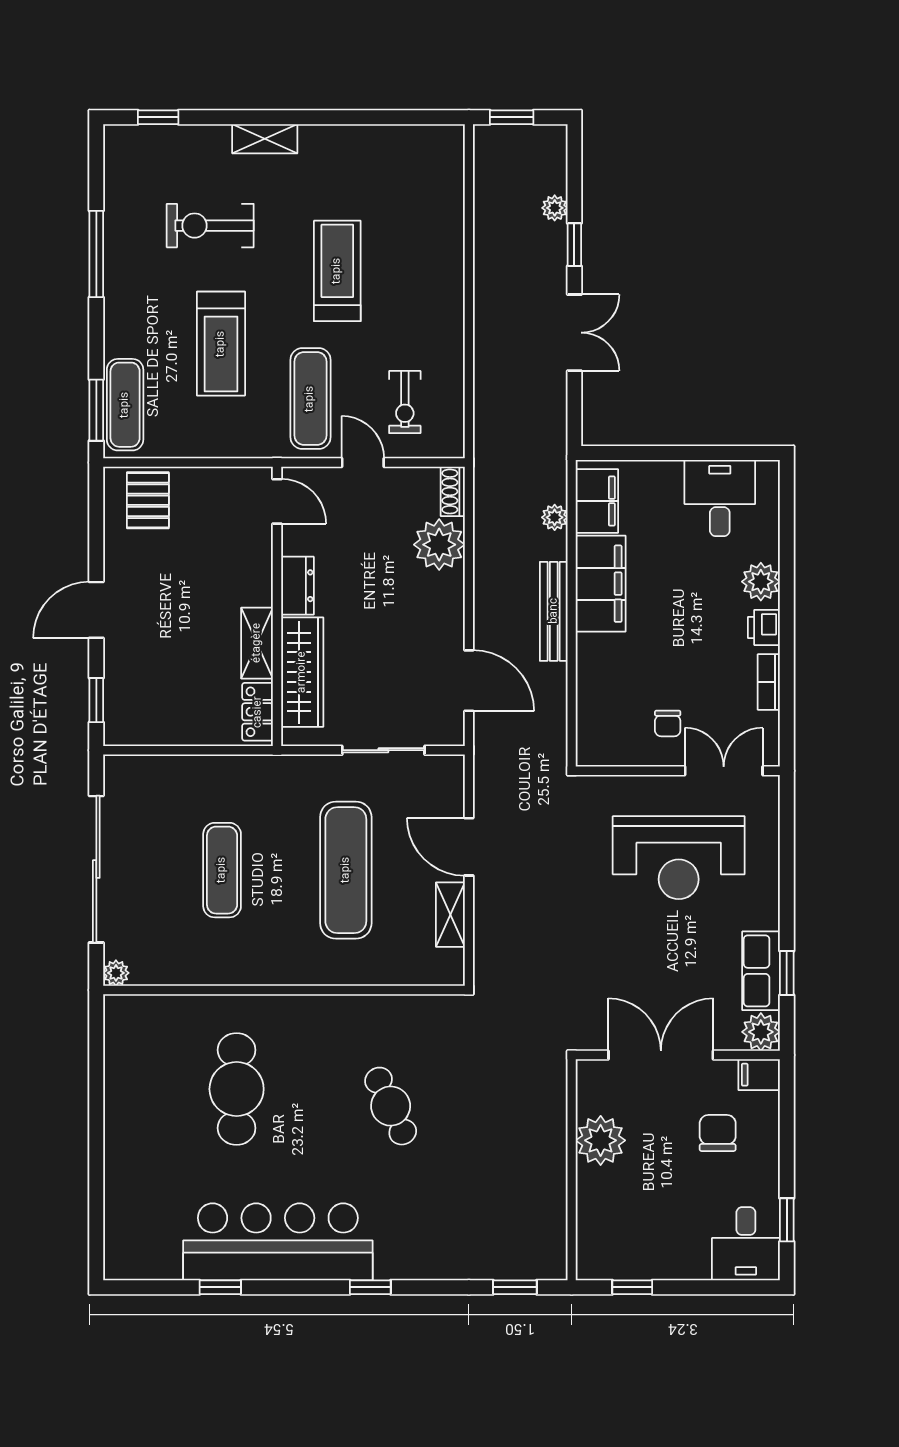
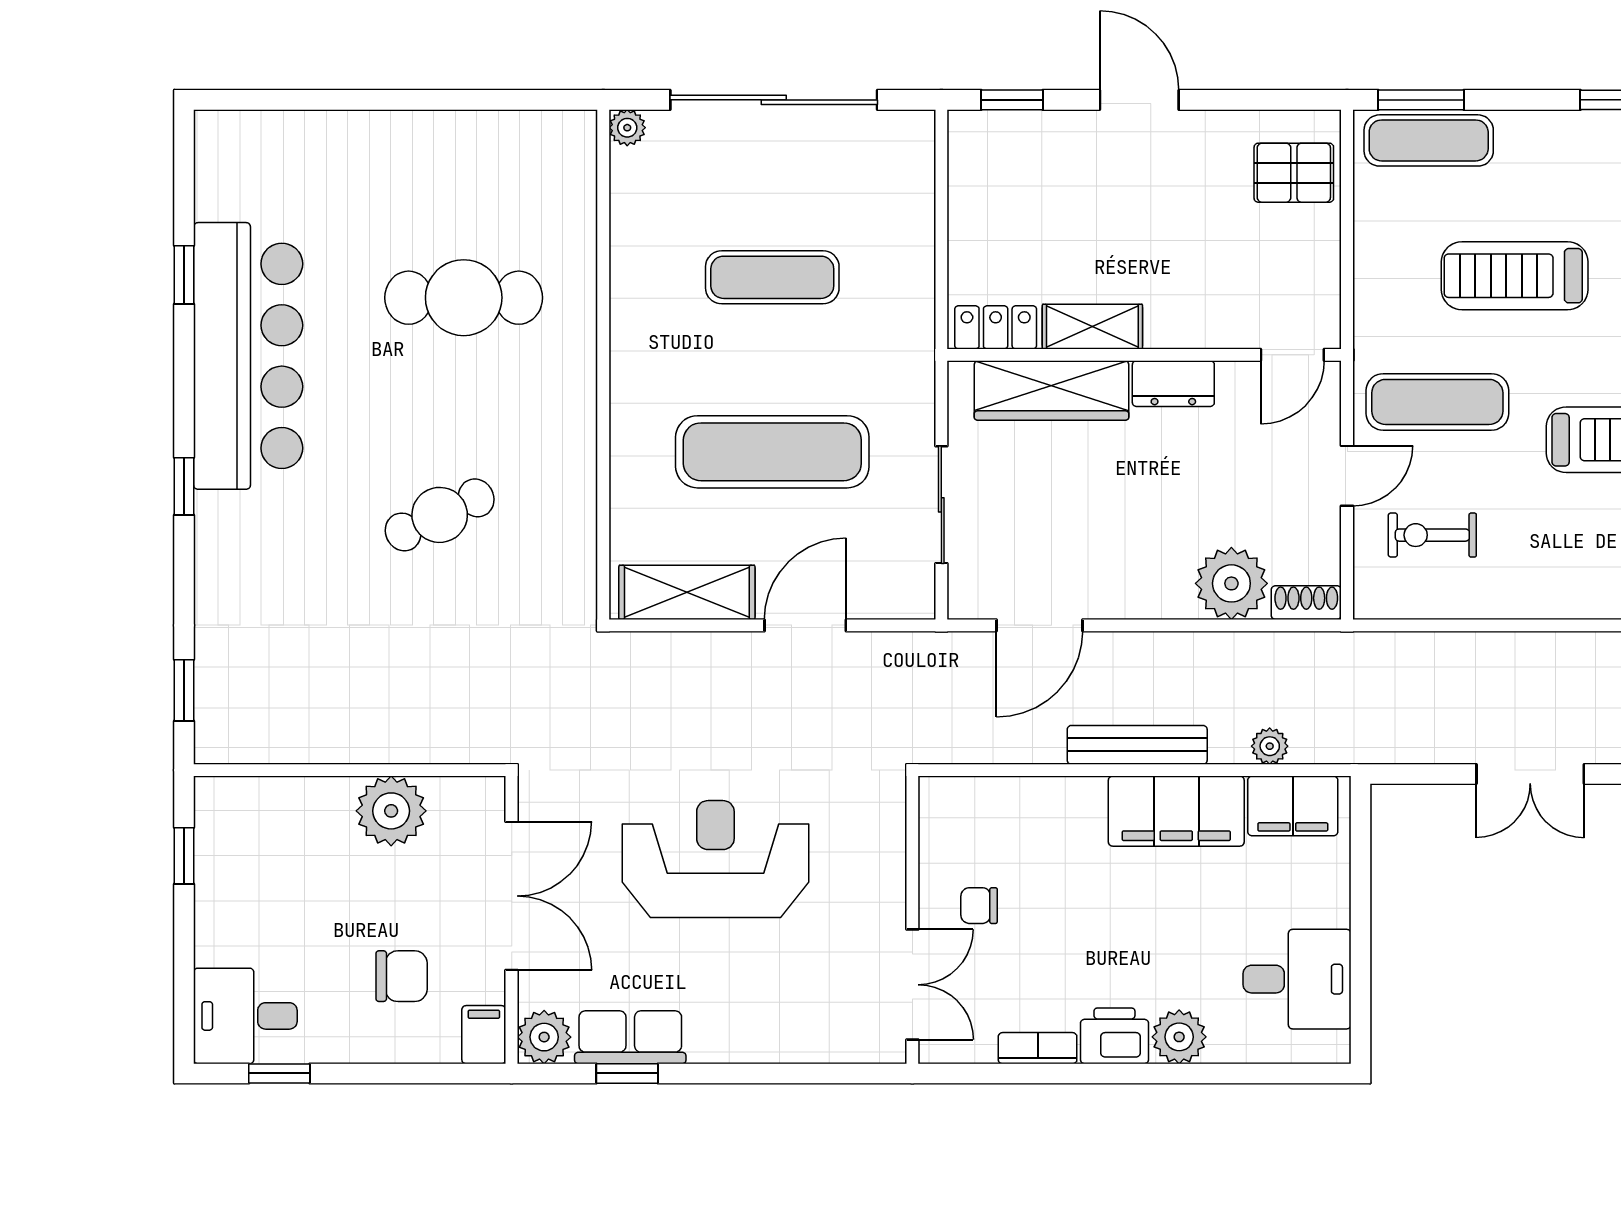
printer: (764, 627) -> (1114, 1036), width x1.36, depth x1.24
reception desk: (679, 858) -> (715, 859), moved, turned 90
shelving: (450, 915) -> (687, 592), width x1.50, depth x1.33

